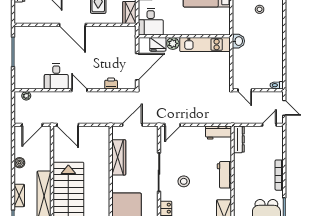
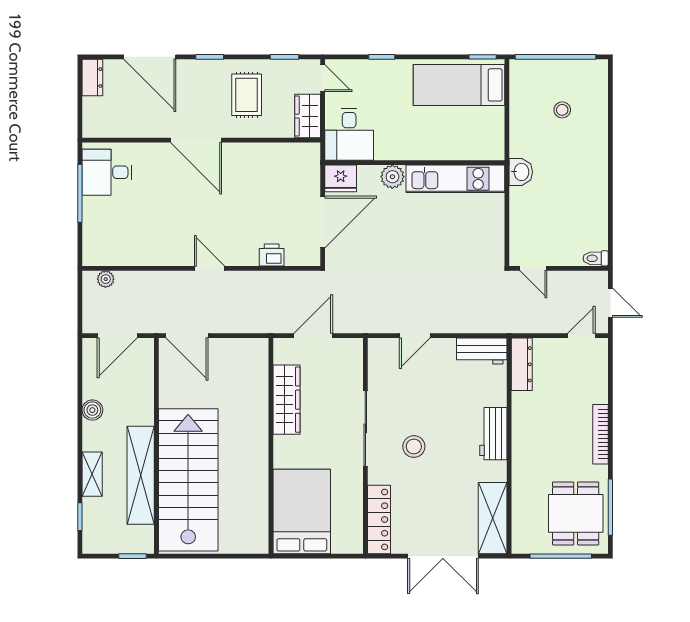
fridge: (158, 44) -> (341, 178), moved
desk: (56, 76) -> (107, 172), moved, turned 90
door: (172, 125) -> (415, 336), moved

